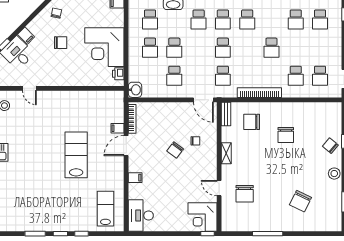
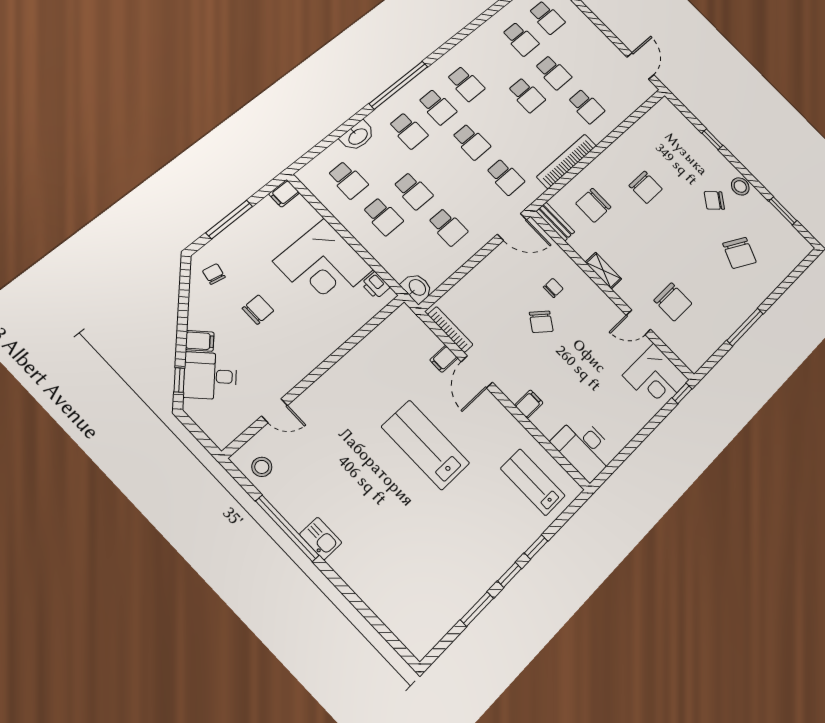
school desk: (320, 76) -> (553, 72), moved
chair: (330, 146) -> (714, 200), moved

